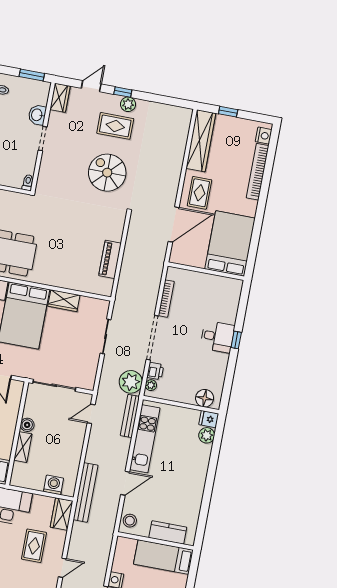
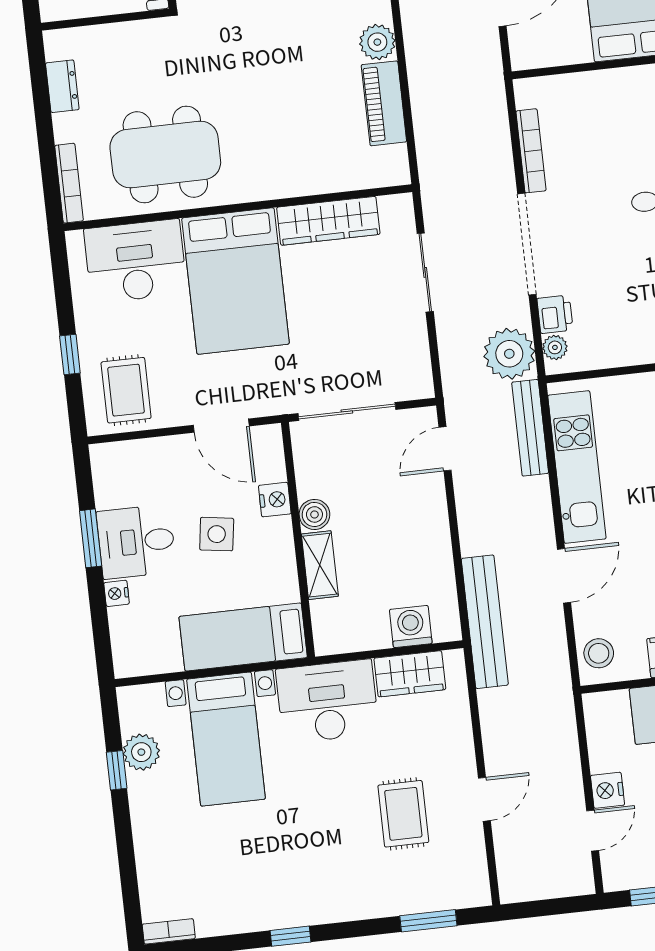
plant: (115, 232) -> (377, 42), added
wardrobe: (64, 301) -> (328, 221), width x1.50
nightstand: (12, 413) -> (275, 500), added
wardrobe: (62, 514) -> (410, 674), moved, turned -90
rug: (34, 546) -> (403, 814), moved

